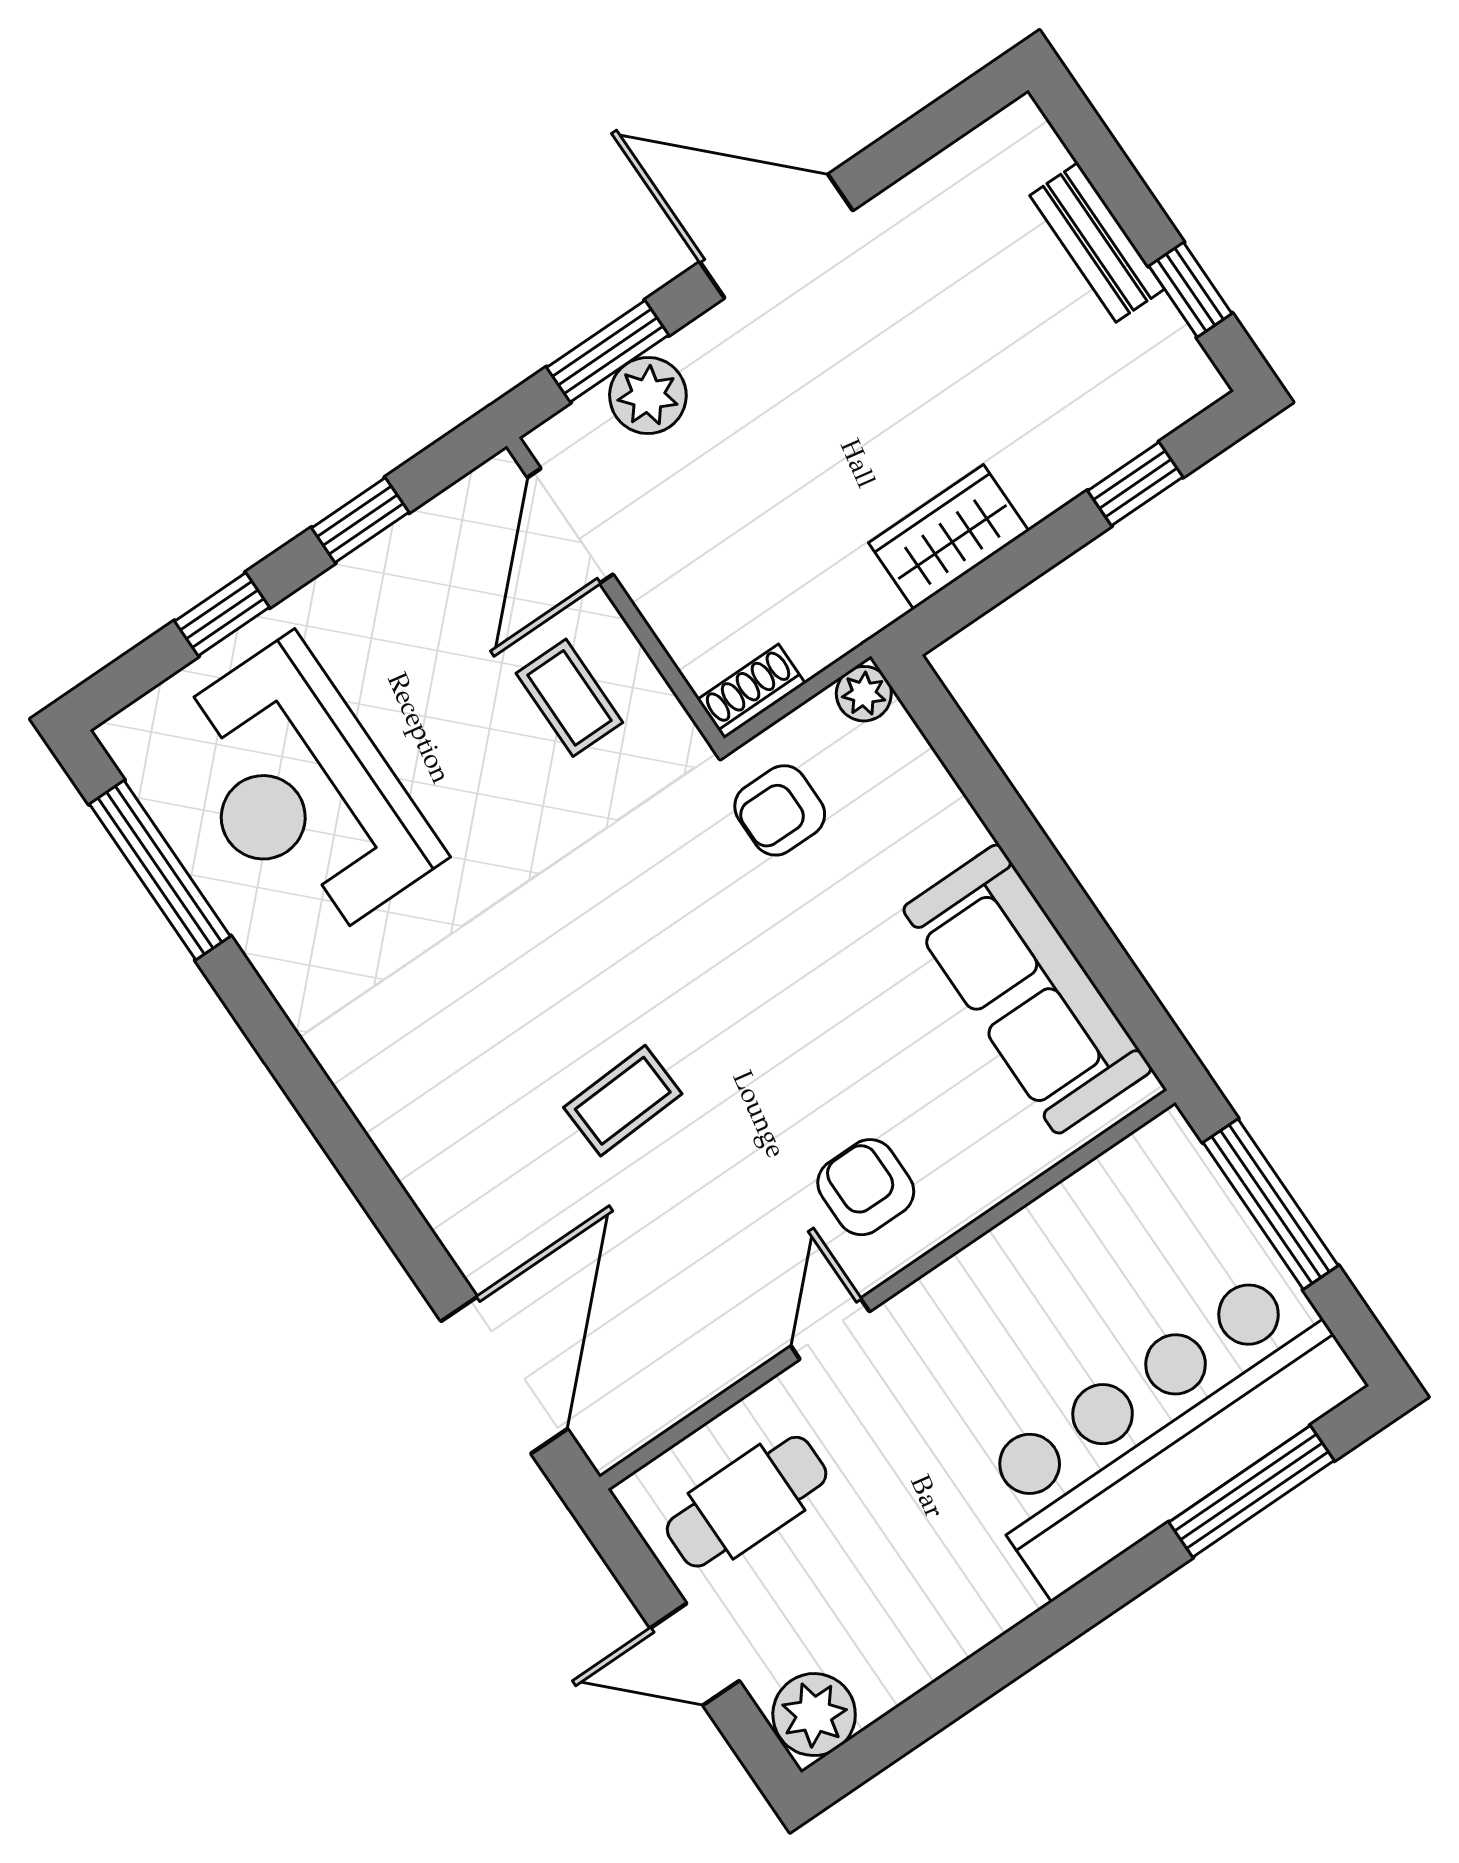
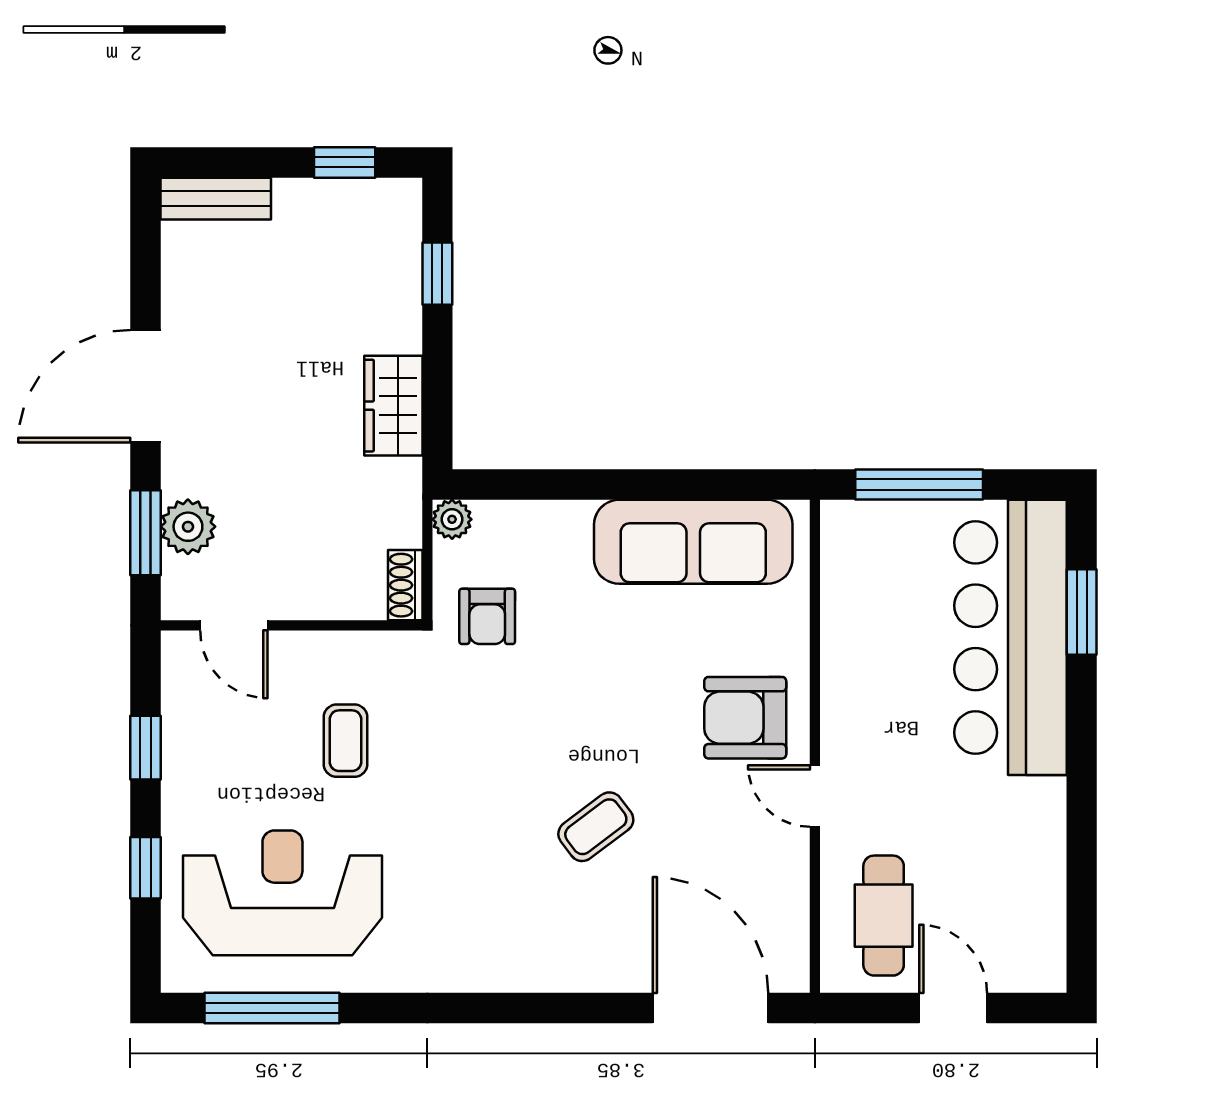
bench: (1097, 242) -> (216, 199), moved
door: (570, 526) -> (234, 625), width x0.73
coffee table: (569, 698) -> (346, 741), moved, turned 90
reception desk: (301, 792) -> (282, 893), turned 180
coffee table: (623, 1101) -> (596, 827), turned 56
armchair: (866, 1187) -> (745, 718), width x1.38, depth x1.38
window: (1252, 1491) -> (1082, 612), width x0.69
door: (695, 1654) -> (953, 1008), swing flipped
plant: (814, 1715) -> (1037, 962), removed

